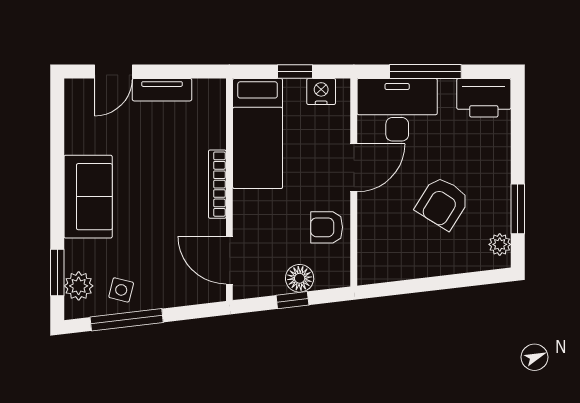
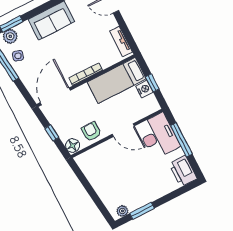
tv unit: (162, 90) -> (121, 41), moved
nightstand: (321, 92) -> (144, 89), moved
armchair: (442, 203) -> (128, 177), removed
door: (229, 260) -> (55, 96), width x1.36
floor lamp: (300, 278) -> (73, 145), moved

